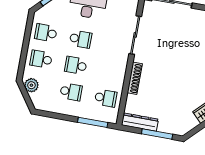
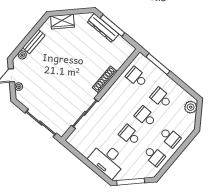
school desk: (76, 65) -> (145, 117), turned 180
plant: (31, 85) -> (191, 107), moved
dresser: (140, 122) -> (103, 28), moved

